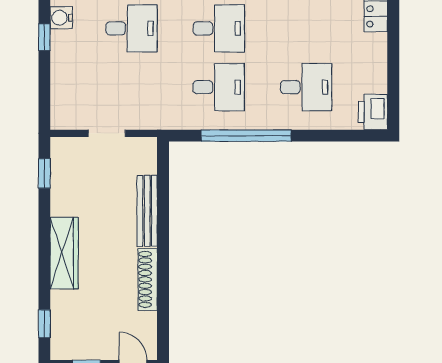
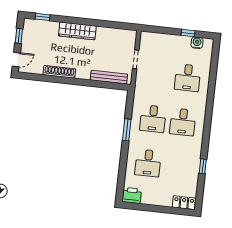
window: (246, 136) -> (127, 130), width x0.47
window: (44, 173) -> (119, 25), removed
bench: (147, 211) -> (109, 77), moved

